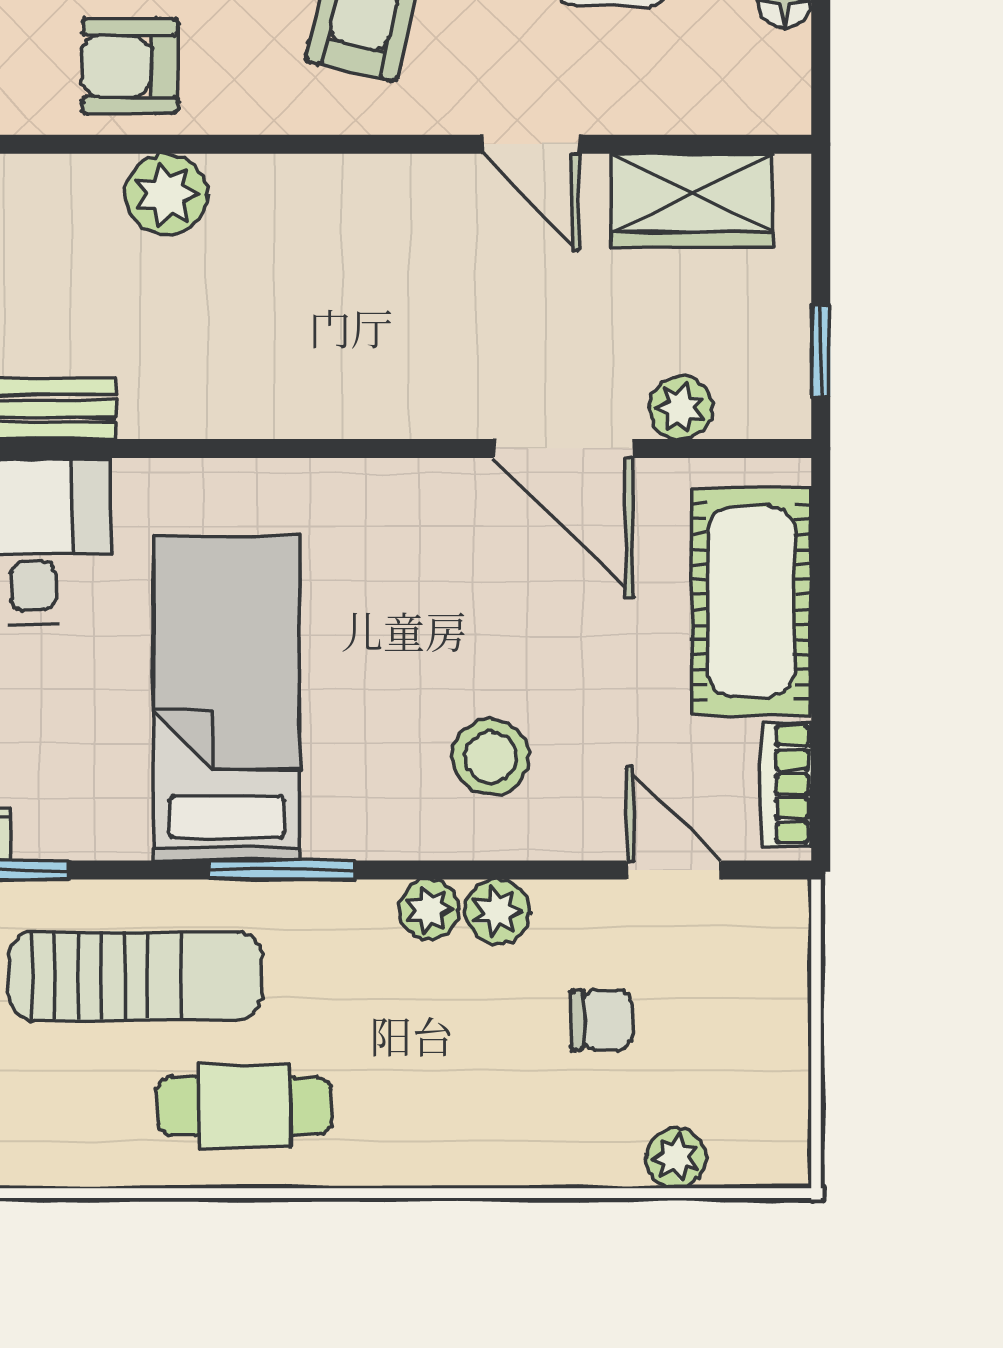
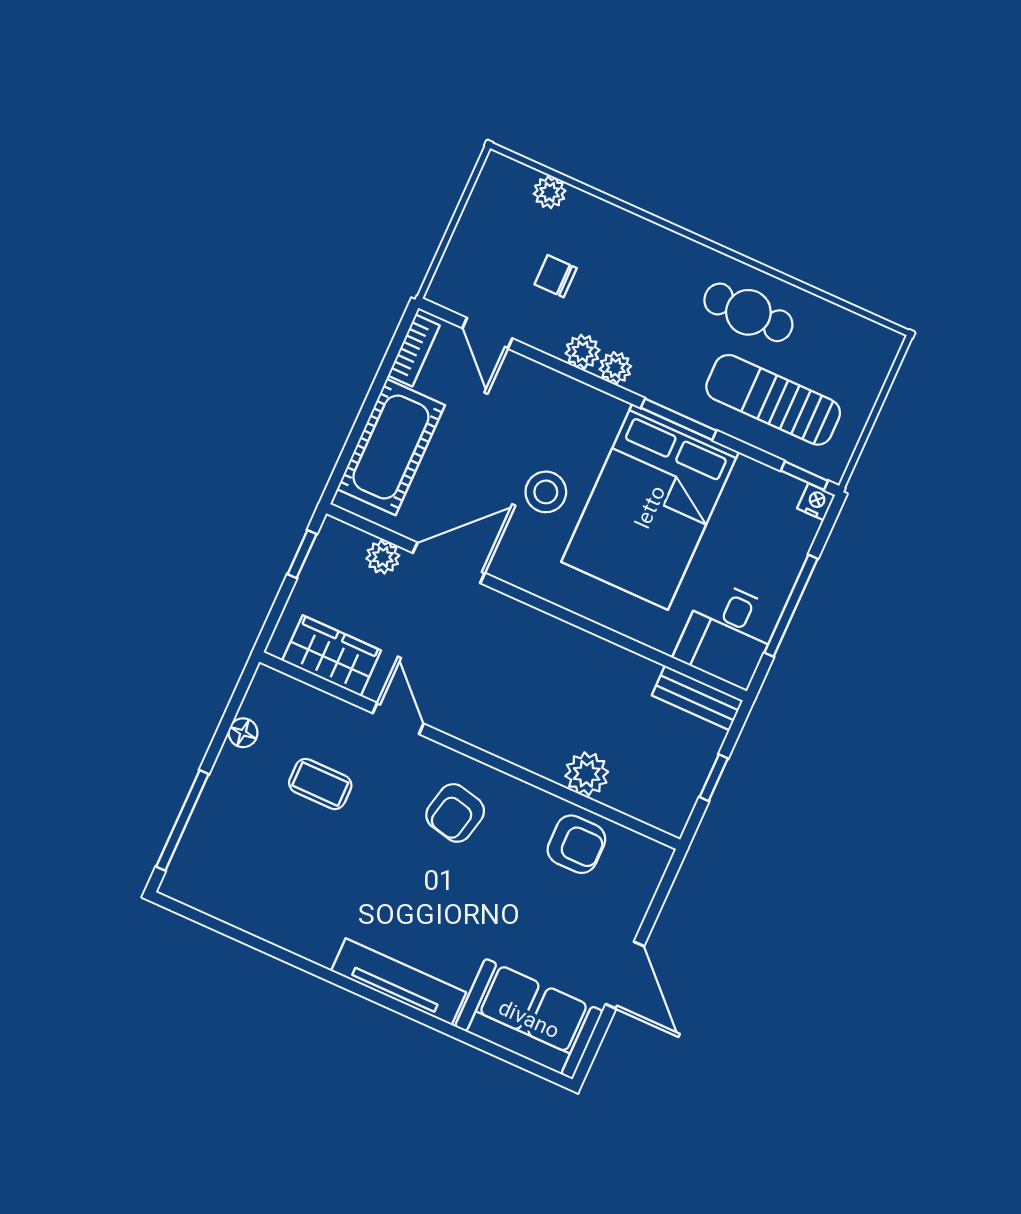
door: (563, 449) -> (449, 563), hinge flipped
bed: (227, 698) -> (650, 507), width x1.50
stool: (490, 757) -> (546, 492), moved

